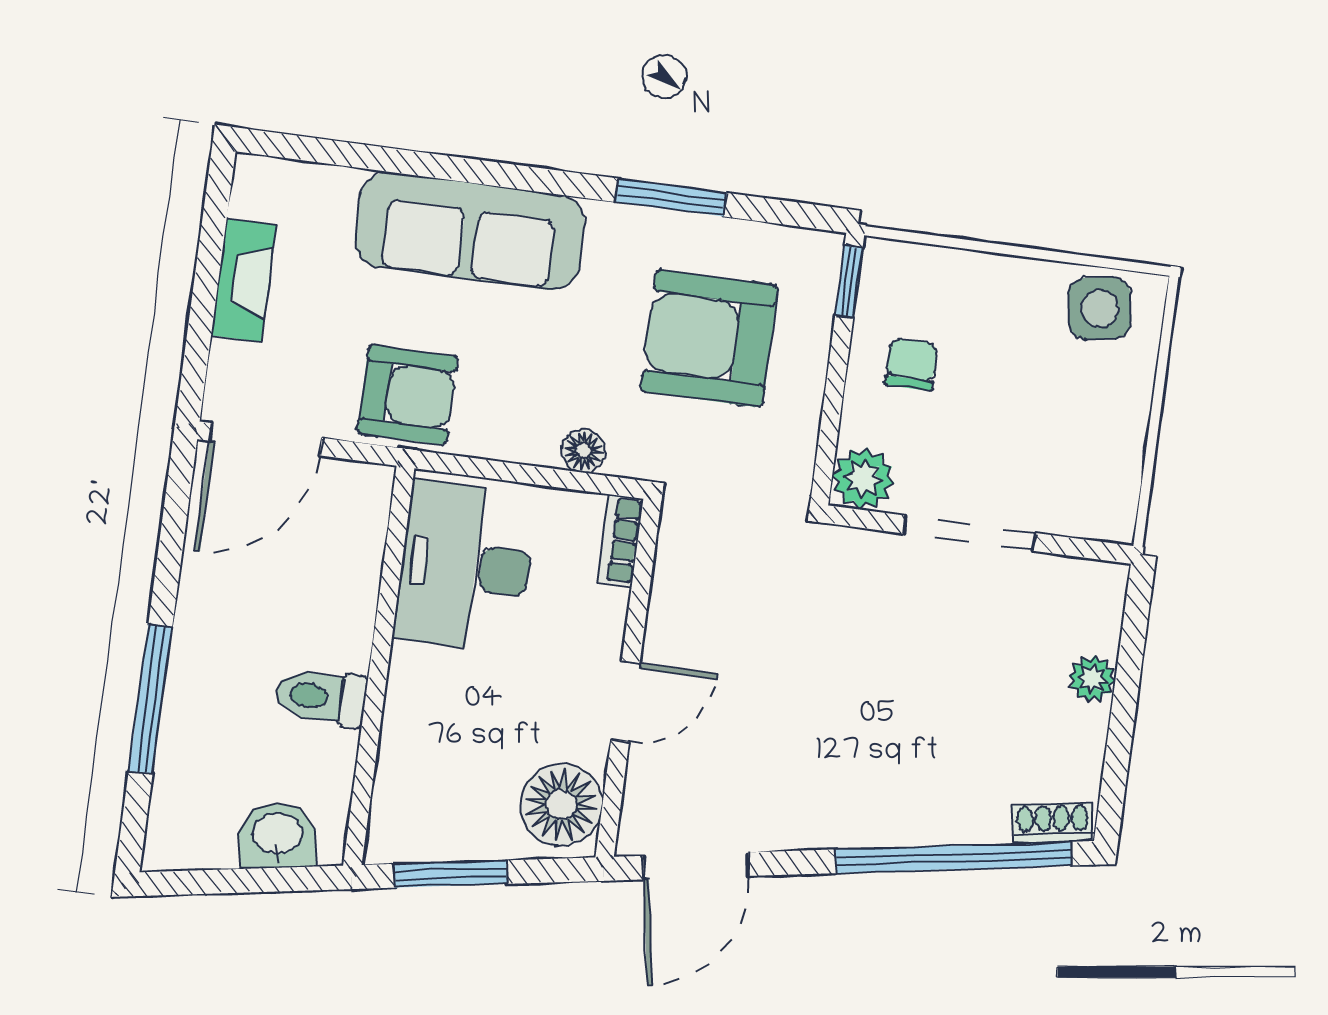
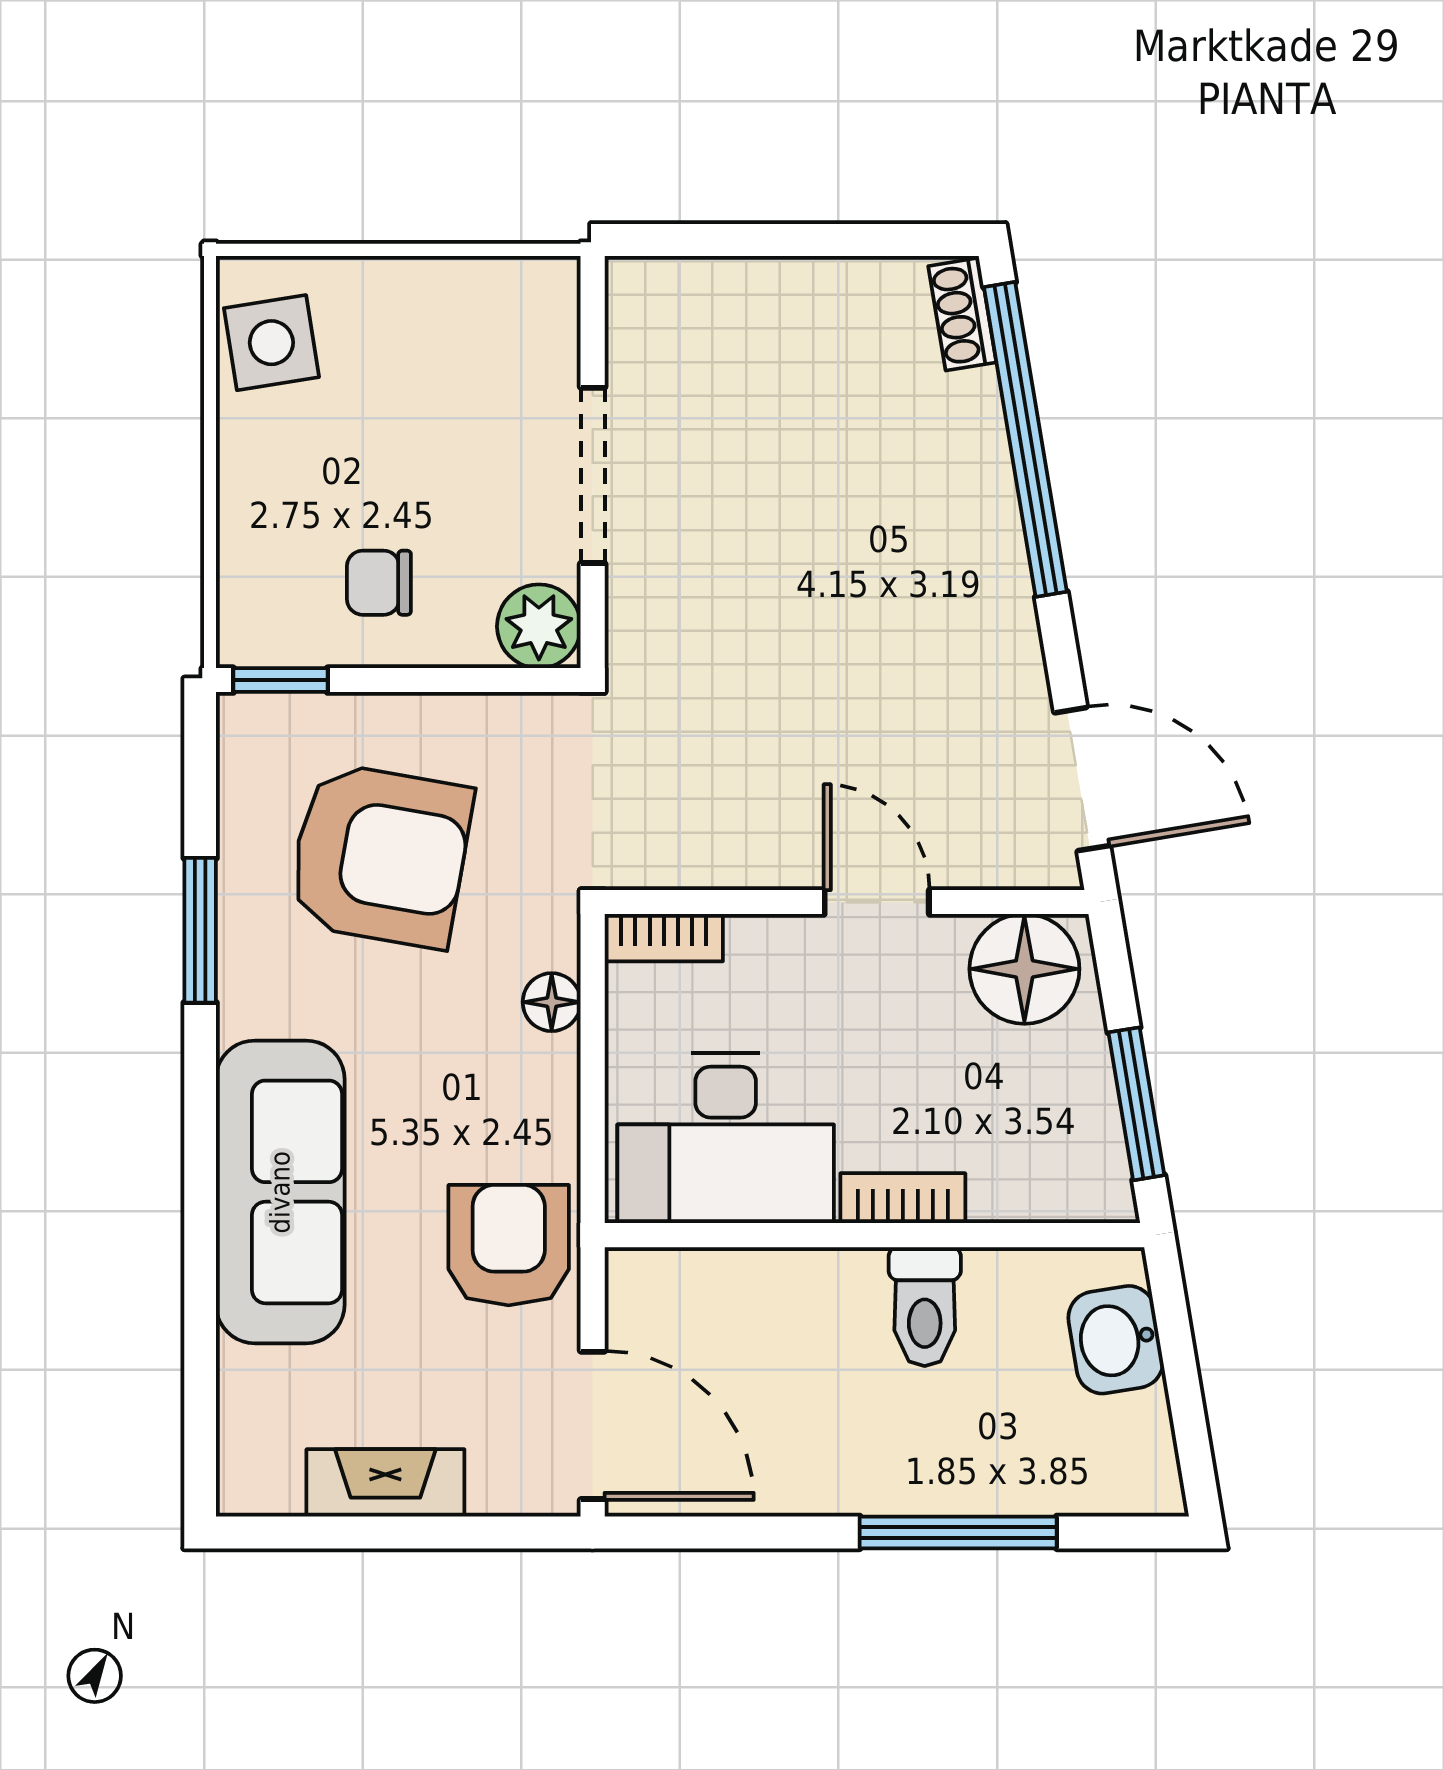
armchair: (709, 338) -> (380, 855), turned -80
plant: (1092, 679) -> (764, 287), removed
bookcase: (403, 692) -> (903, 1198), added

